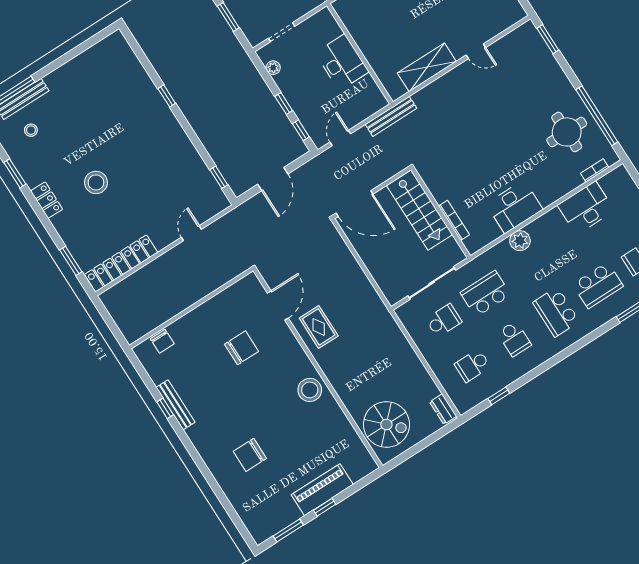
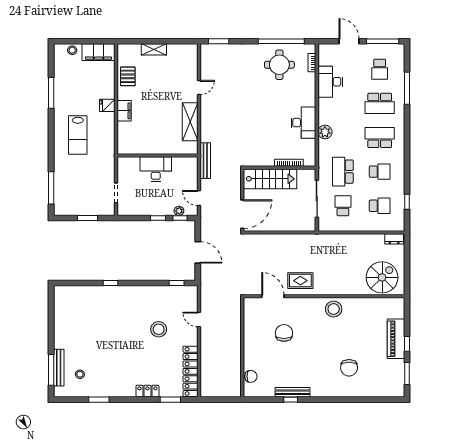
plant: (273, 68) -> (179, 211), moved
stool: (96, 182) -> (159, 329), moved
locker: (47, 200) -> (147, 391), moved
school desk: (598, 285) -> (380, 103), turned 90
school desk: (556, 312) -> (380, 137), turned 180
school desk: (472, 365) -> (380, 206), turned -90

